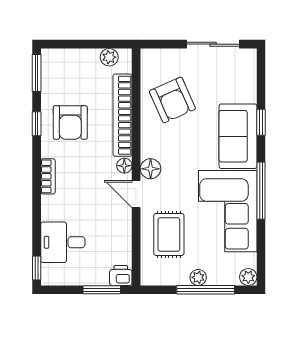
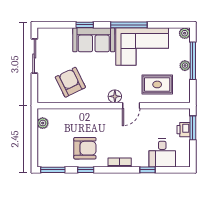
armchair: (172, 100) -> (70, 82), turned -92
bookcase: (122, 115) -> (80, 114), removed
floor lamp: (124, 166) -> (113, 113), removed
window: (37, 268) -> (147, 170), moved
printer: (121, 275) -> (184, 130), moved

